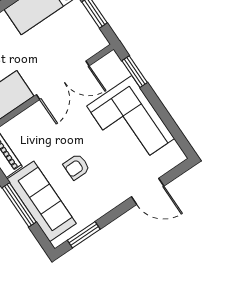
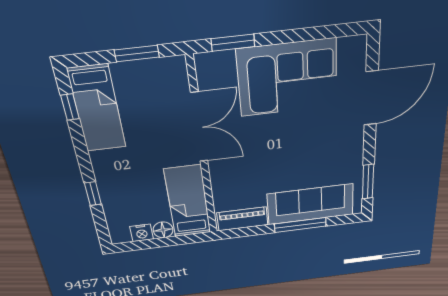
armchair: (77, 167) -> (299, 157), removed
door: (148, 191) -> (371, 98), width x1.36

